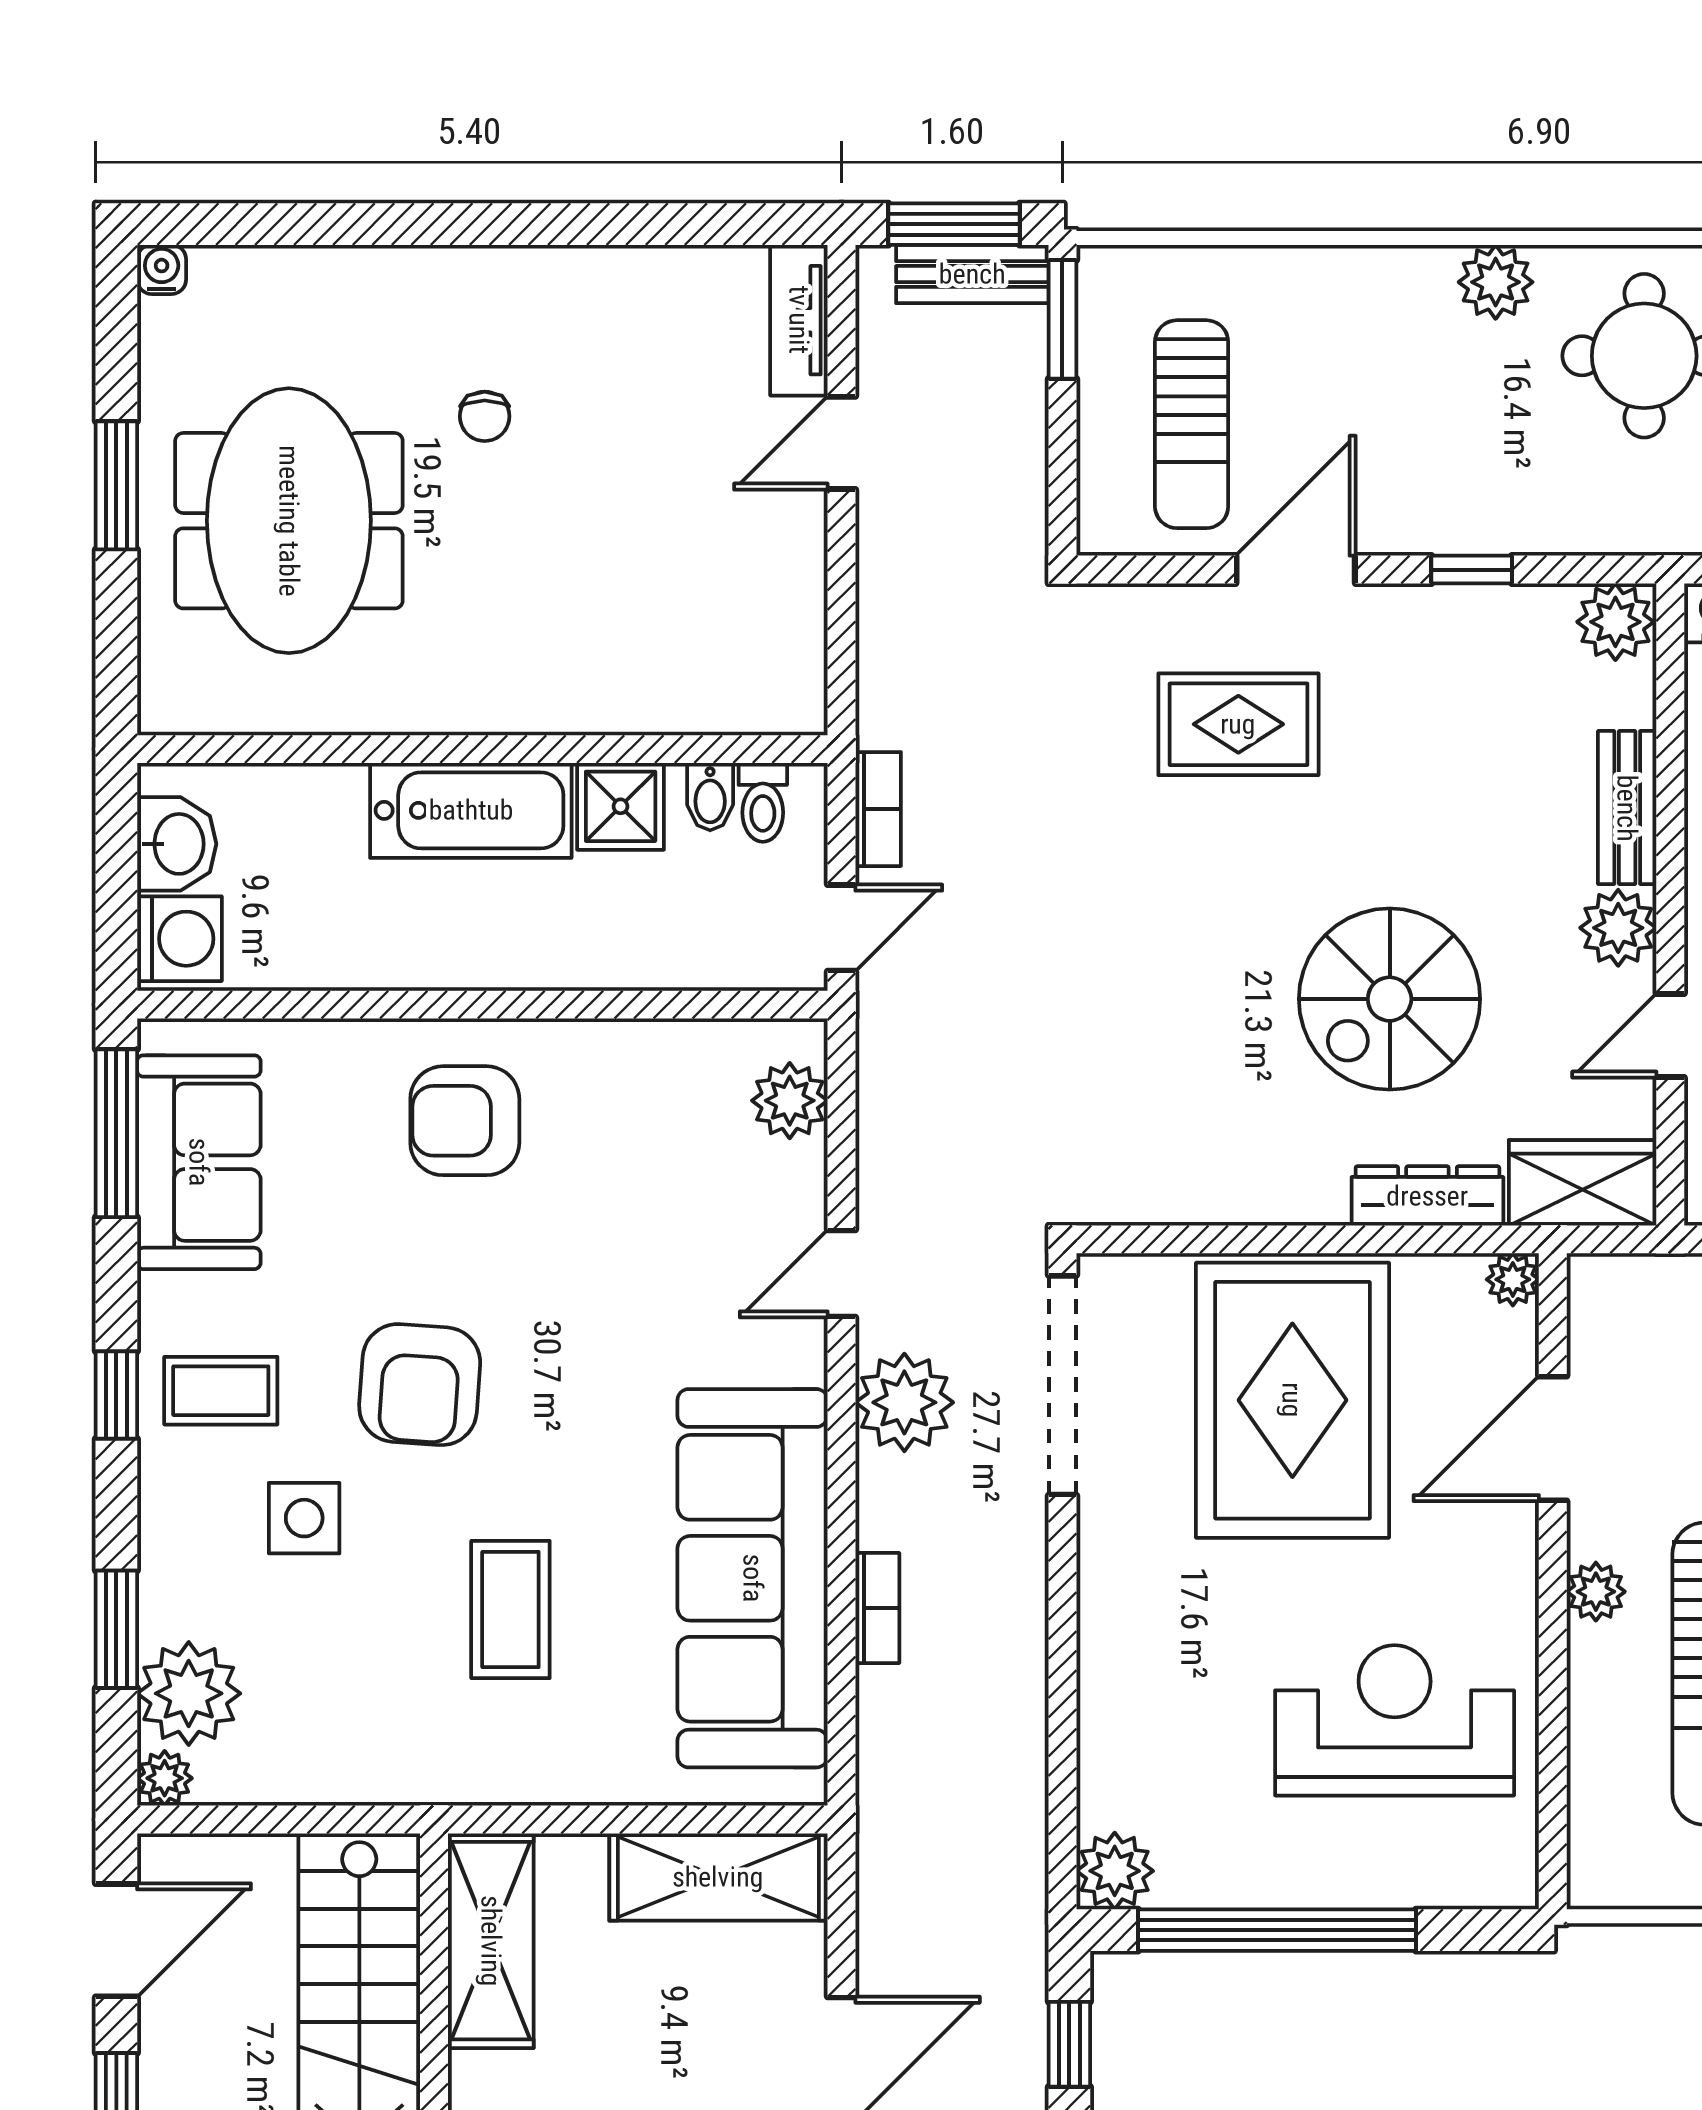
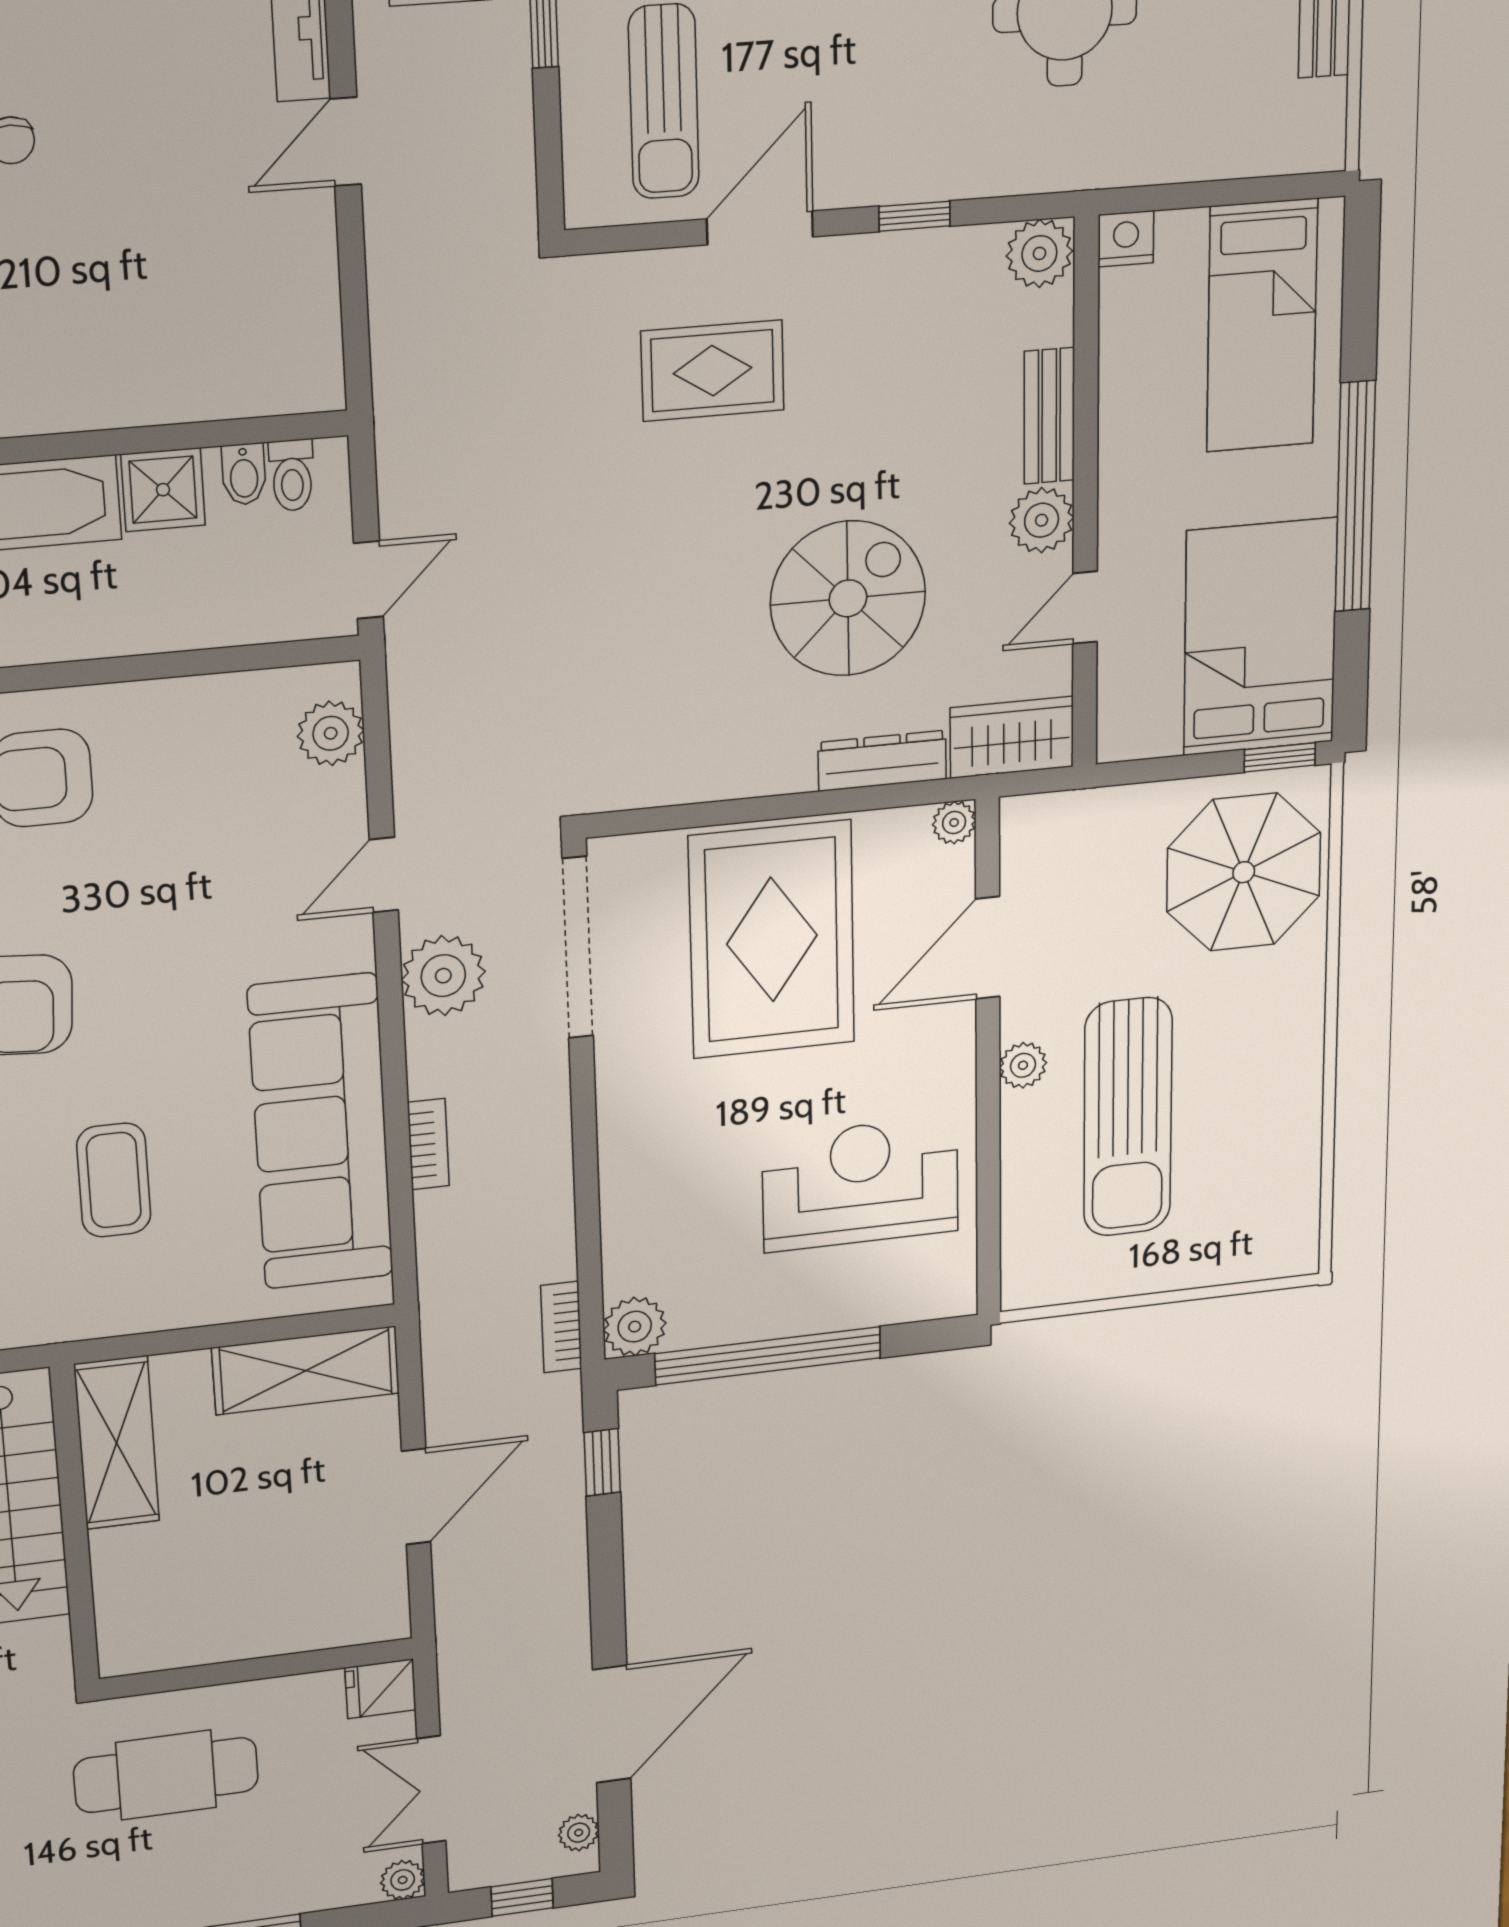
bookcase: (878, 809) -> (561, 1327), moved, turned 180
spiral stairs: (1390, 999) -> (848, 598), turned 180

